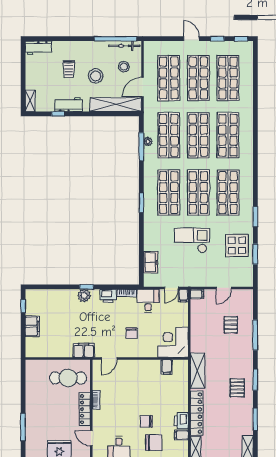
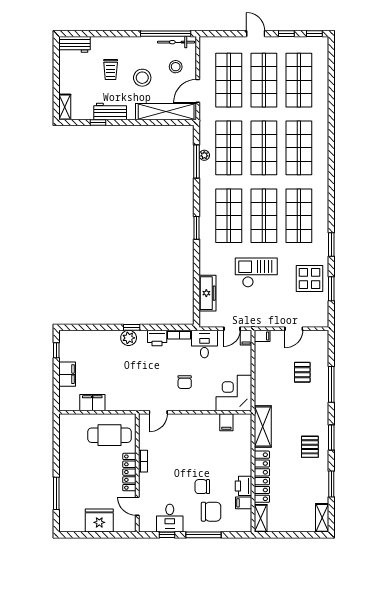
freezer: (151, 262) -> (207, 293), width x1.40
filing cabinet: (84, 350) -> (92, 403), moved

